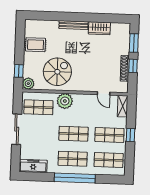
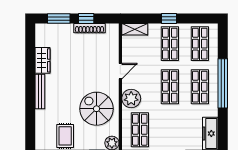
door: (104, 93) -> (120, 71), moved

